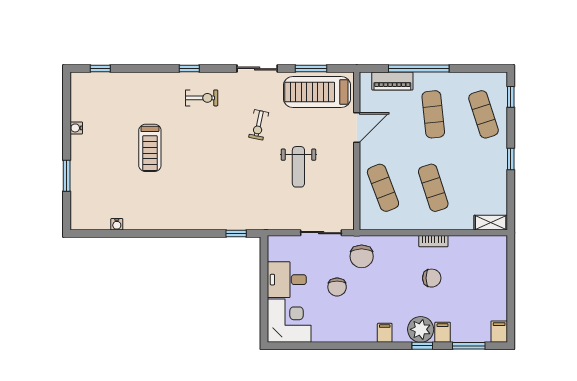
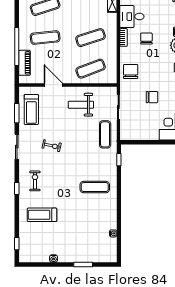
treadmill: (317, 92) -> (31, 109), width x0.73, depth x0.73
treadmill: (150, 148) -> (42, 215), moved, turned 180
weight bench: (298, 167) -> (81, 105), moved, turned 180
exercise mat: (192, 195) -> (95, 187), added
exercise mat: (277, 211) -> (105, 134), added
chair: (362, 256) -> (131, 71), moved, turned -90
desk: (287, 280) -> (132, 17), moved, turned 90

